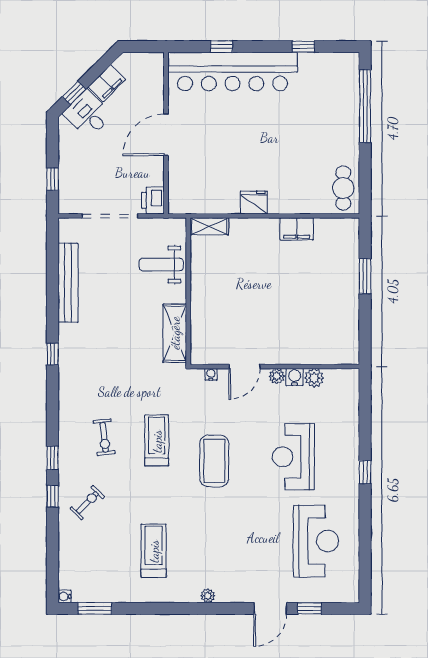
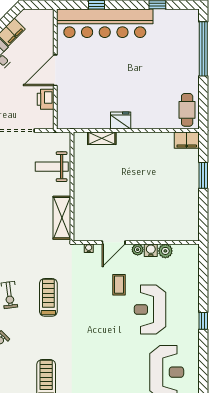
printer: (153, 200) -> (46, 99), moved
shelving: (209, 226) -> (102, 138), moved
filing cabinet: (297, 229) -> (187, 140), moved
coffee table: (214, 461) -> (119, 285), moved, width x0.54, depth x0.58

